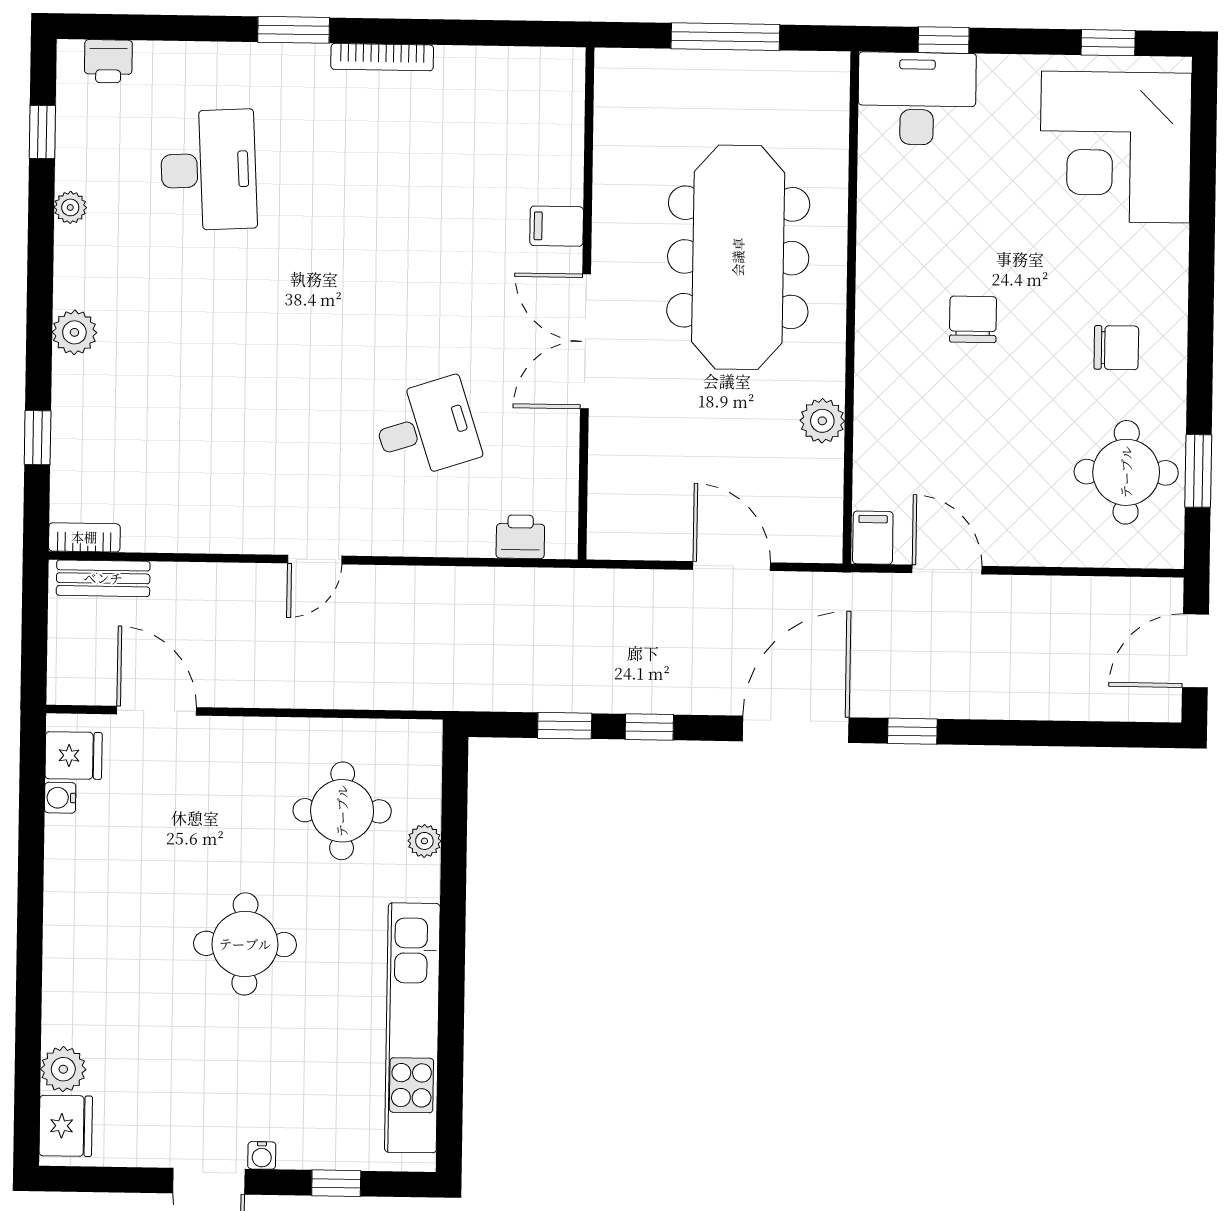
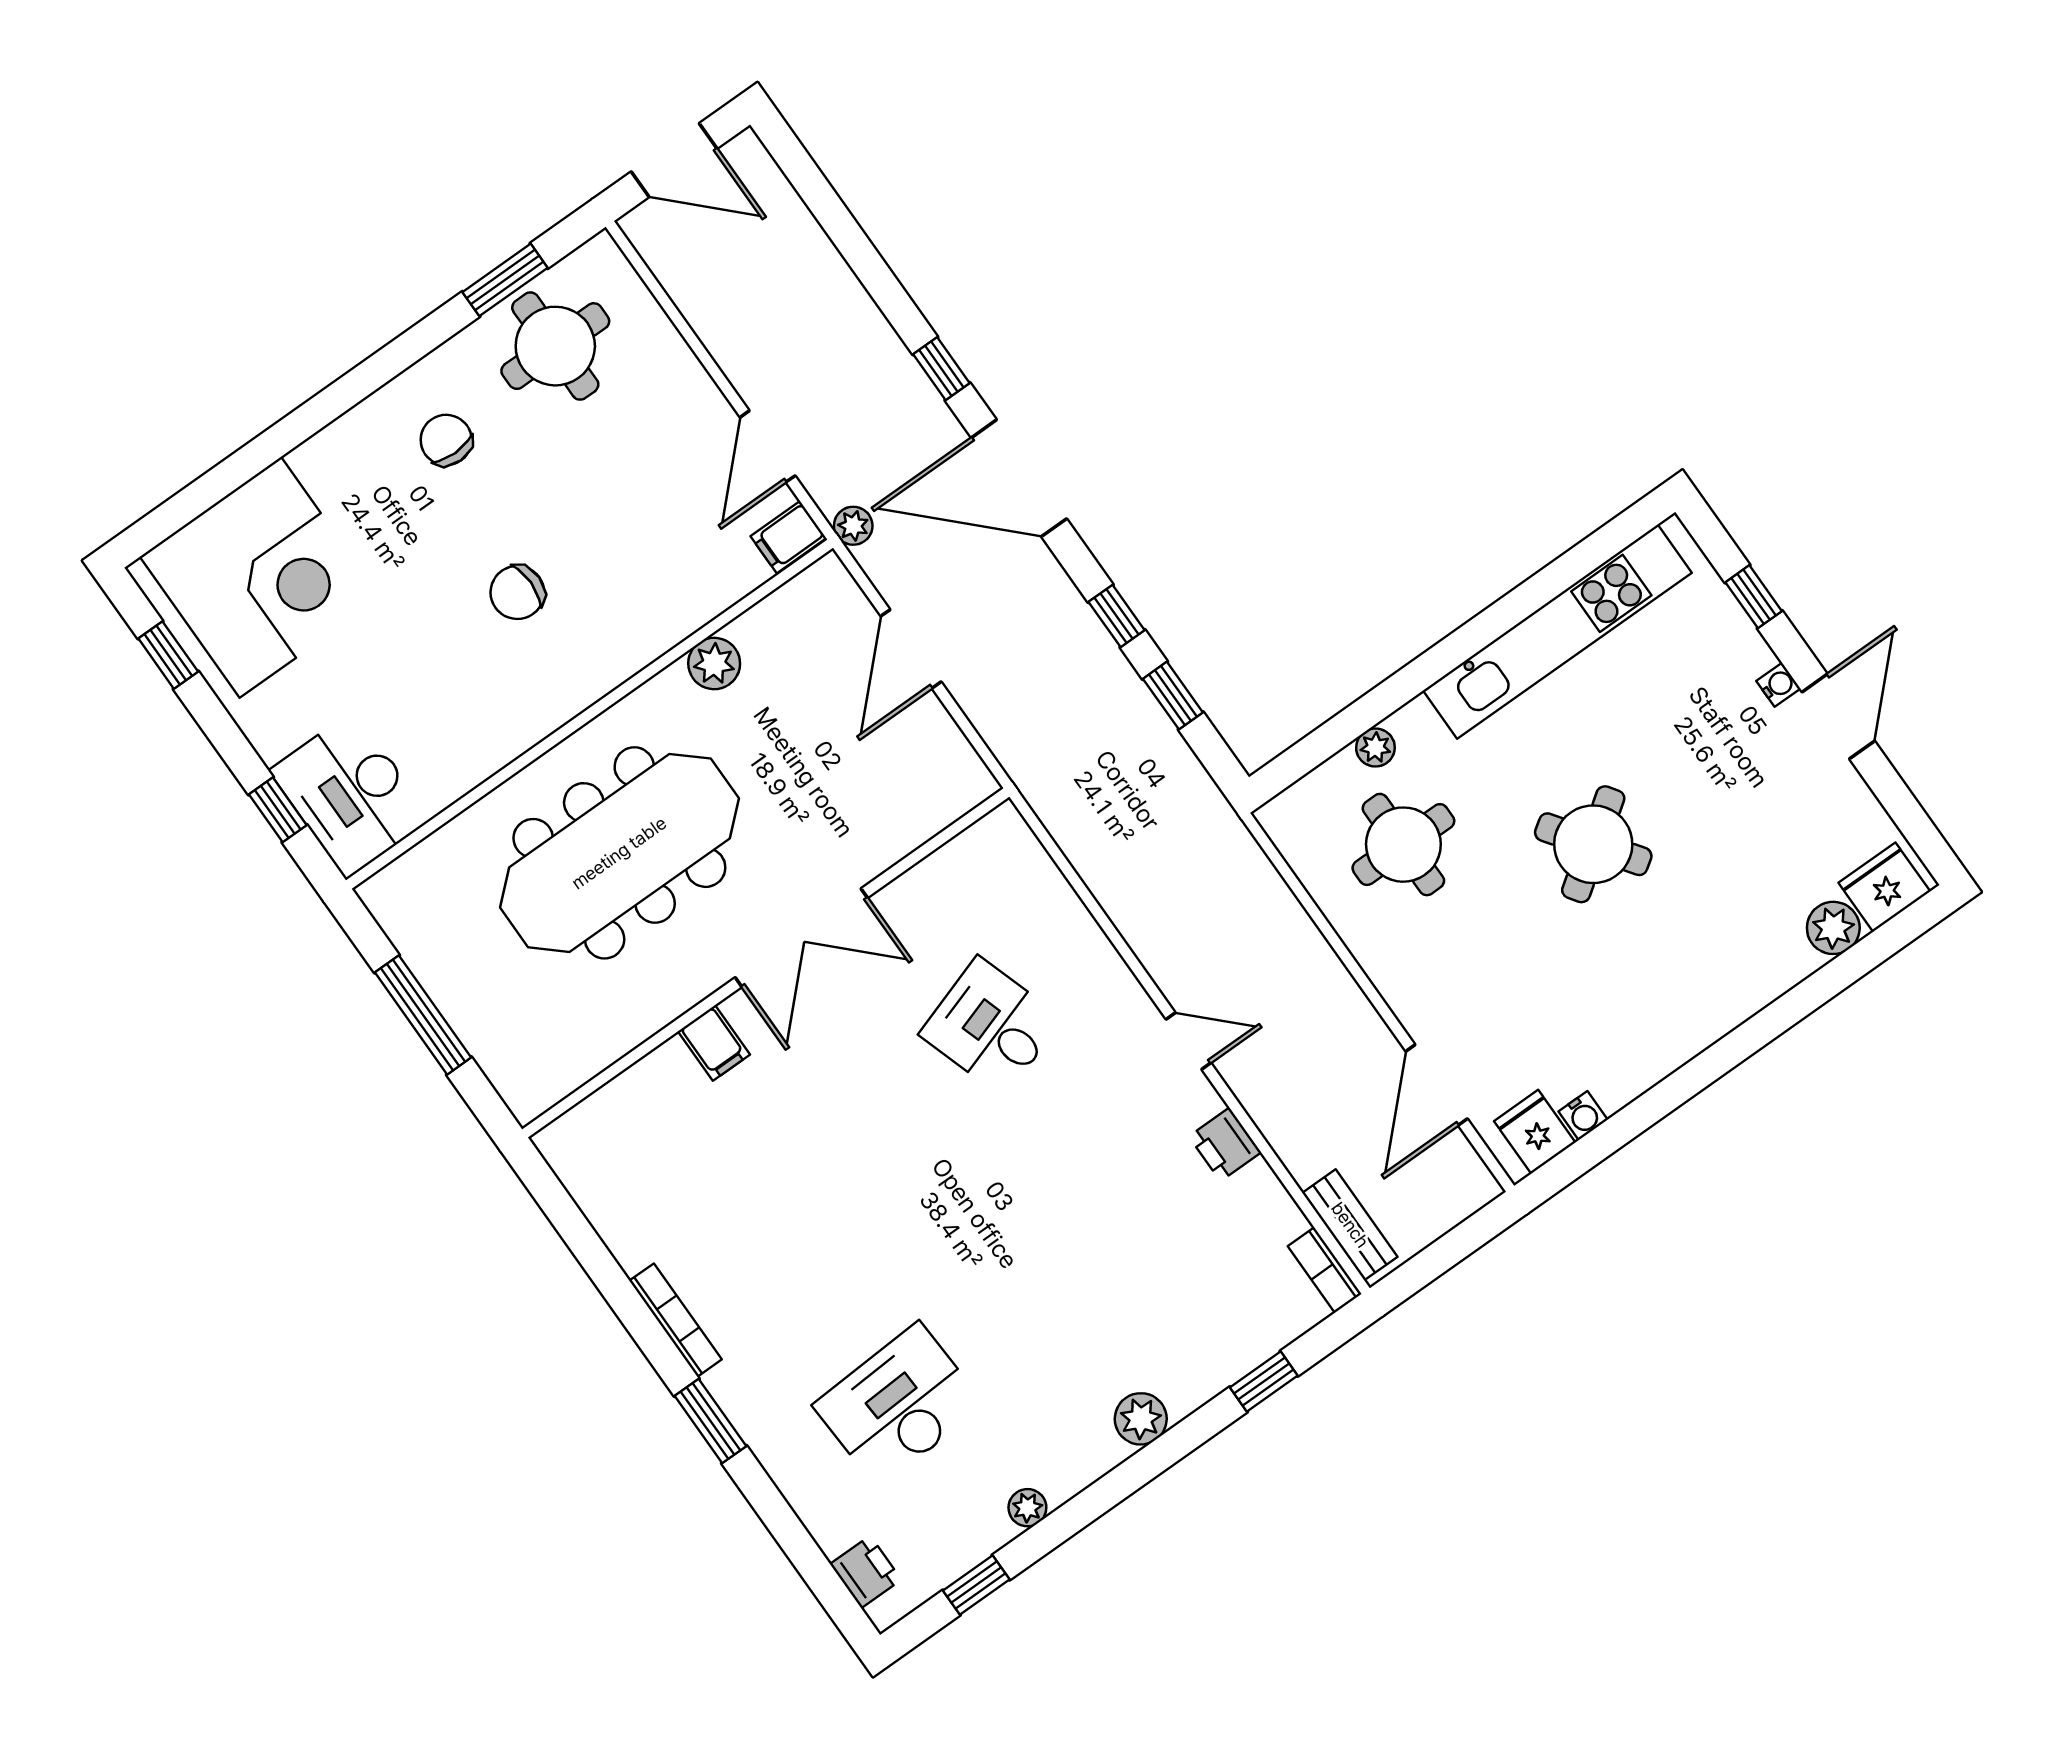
printer: (520, 537) -> (1225, 1144), moved
plant: (848, 589) -> (853, 526), added
round table: (245, 944) -> (1593, 844), turned -35

